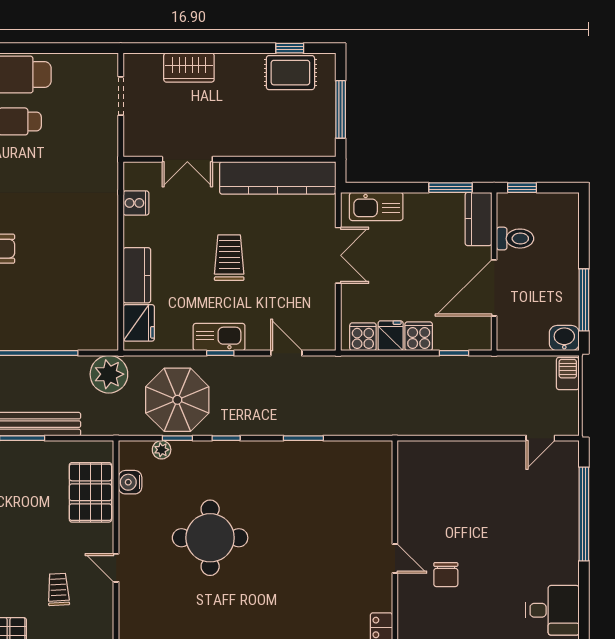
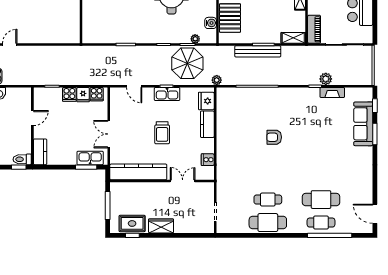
wardrobe: (189, 68) -> (161, 226), moved
window: (451, 188) -> (86, 167), moved
toilet: (515, 239) -> (22, 159), moved
door: (494, 288) -> (32, 118), width x0.53
plant: (109, 374) -> (217, 80), width x0.53, depth x0.53

